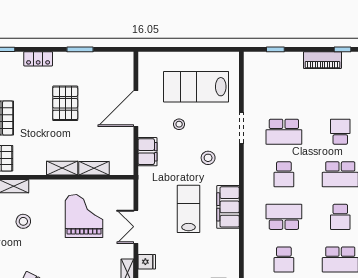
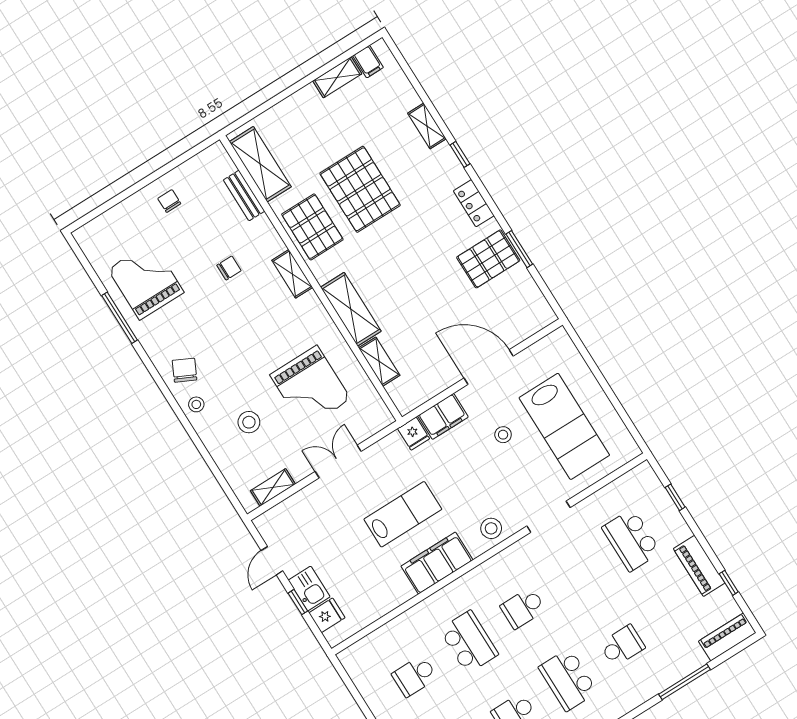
lab bench: (196, 87) -> (564, 426), turned 180
pallet: (65, 103) -> (488, 259), moved
school desk: (284, 132) -> (631, 540), moved
stool: (208, 158) -> (491, 528), moved
shelving: (62, 168) -> (351, 309), width x1.50, depth x1.33
grand piano: (84, 216) -> (310, 387), turned 90
stool: (23, 221) -> (249, 422), moved
fridge: (147, 262) -> (414, 434), moved

